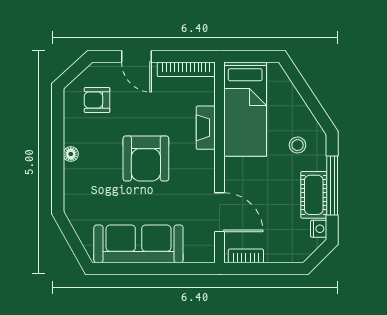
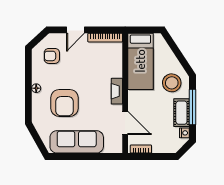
door: (137, 56) -> (76, 30), hinge flipped
fireplace: (206, 128) -> (117, 91), moved
stool: (298, 145) -> (172, 83), width x1.89, depth x1.89
armchair: (146, 159) -> (64, 103), moved

